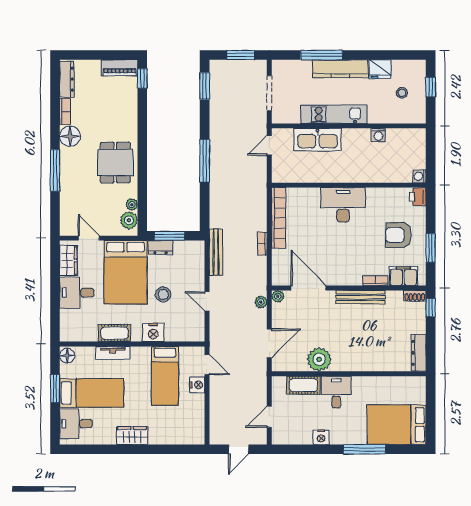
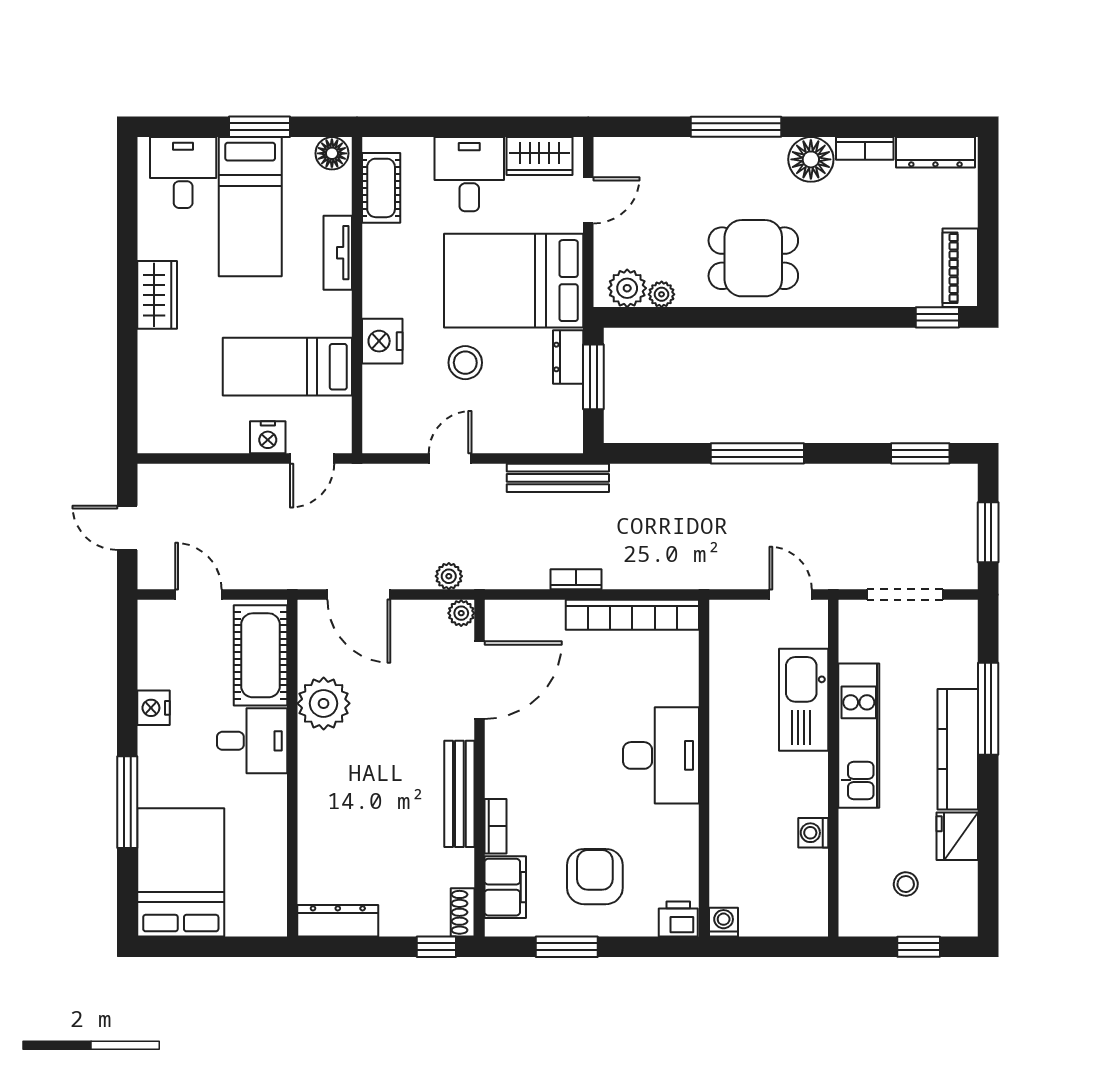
cot: (114, 333) -> (381, 188), moved
cot: (303, 385) -> (261, 655), width x1.37, depth x1.34

